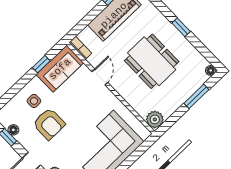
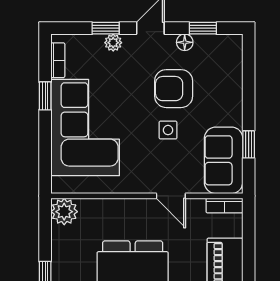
side table: (34, 101) -> (168, 130), moved
floor lamp: (13, 130) -> (185, 42), moved

